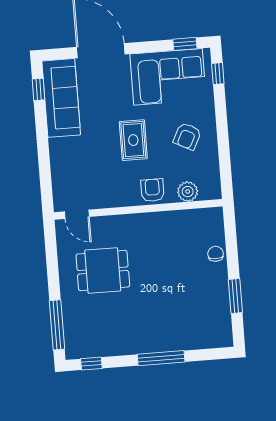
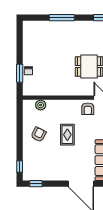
corner sofa: (168, 77) -> (46, 167), removed
armchair: (152, 190) -> (88, 109), moved
window: (235, 296) -> (20, 73), moved

